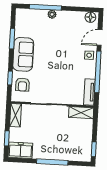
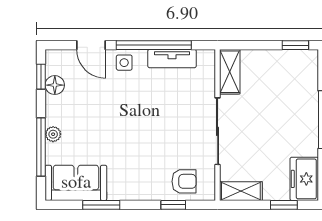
window: (84, 9) -> (41, 77), added
floor lamp: (90, 17) -> (55, 85), moved
sofa: (23, 54) -> (76, 183), moved
tv unit: (89, 92) -> (172, 59), moved

